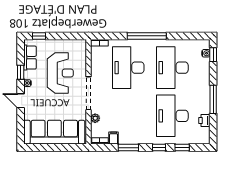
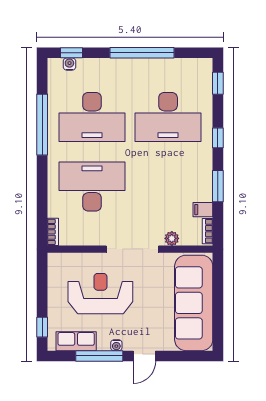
window: (147, 36) -> (42, 125), moved
desk: (128, 68) -> (92, 187), turned 180
window: (21, 72) -> (99, 356), width x2.17
window: (213, 99) -> (142, 53), width x1.46
printer: (204, 120) -> (175, 66), removed
window: (182, 148) -> (218, 83), moved

